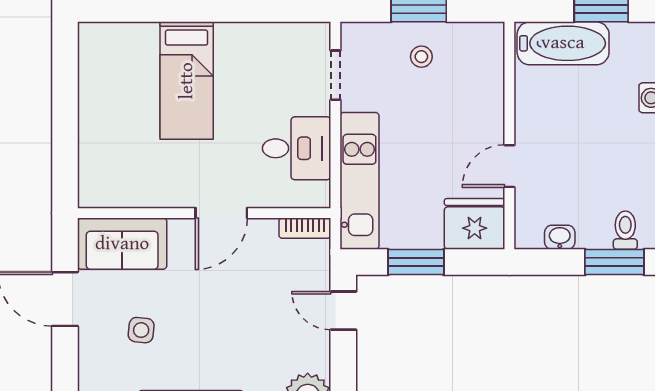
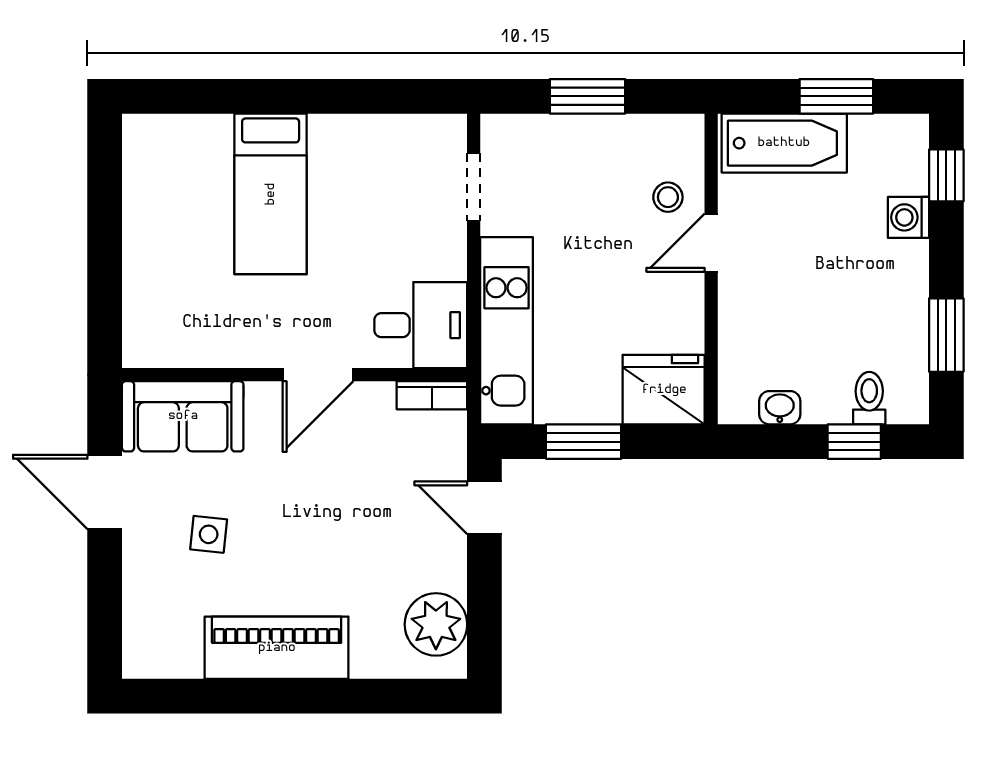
stool: (421, 57) -> (668, 197), moved
desk: (297, 148) -> (421, 325), moved
door: (509, 166) -> (711, 243), moved
window: (614, 262) -> (854, 442), width x0.67

